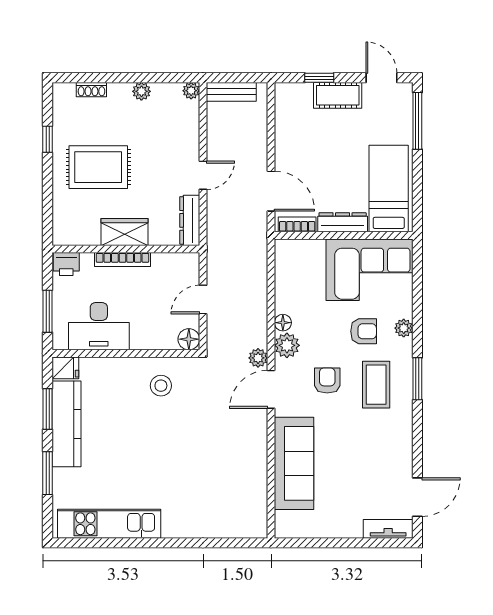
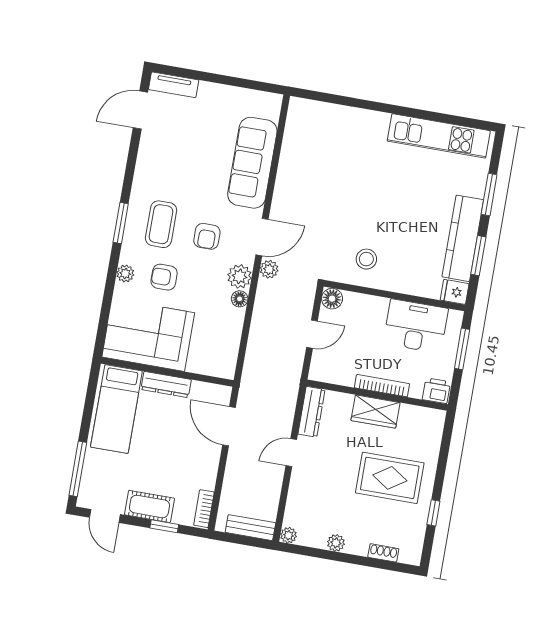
bookcase: (297, 224) -> (204, 509), moved, turned 90

